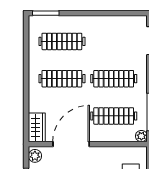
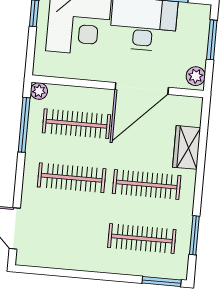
window: (26, 47) -> (194, 235), added
wardrobe: (37, 127) -> (187, 147), moved

